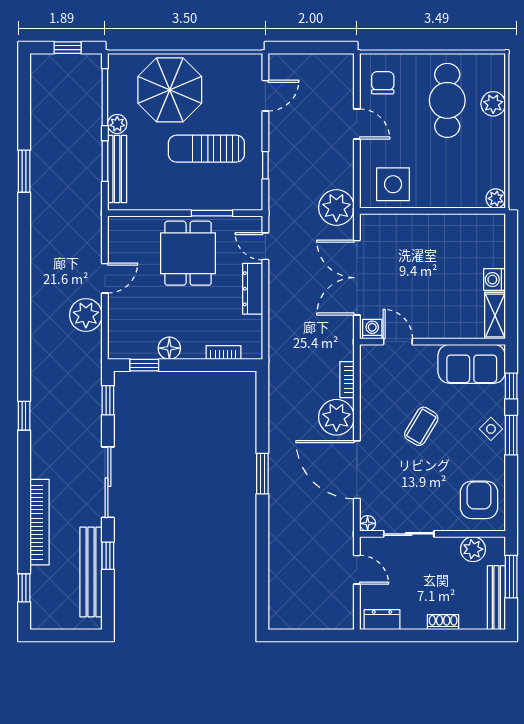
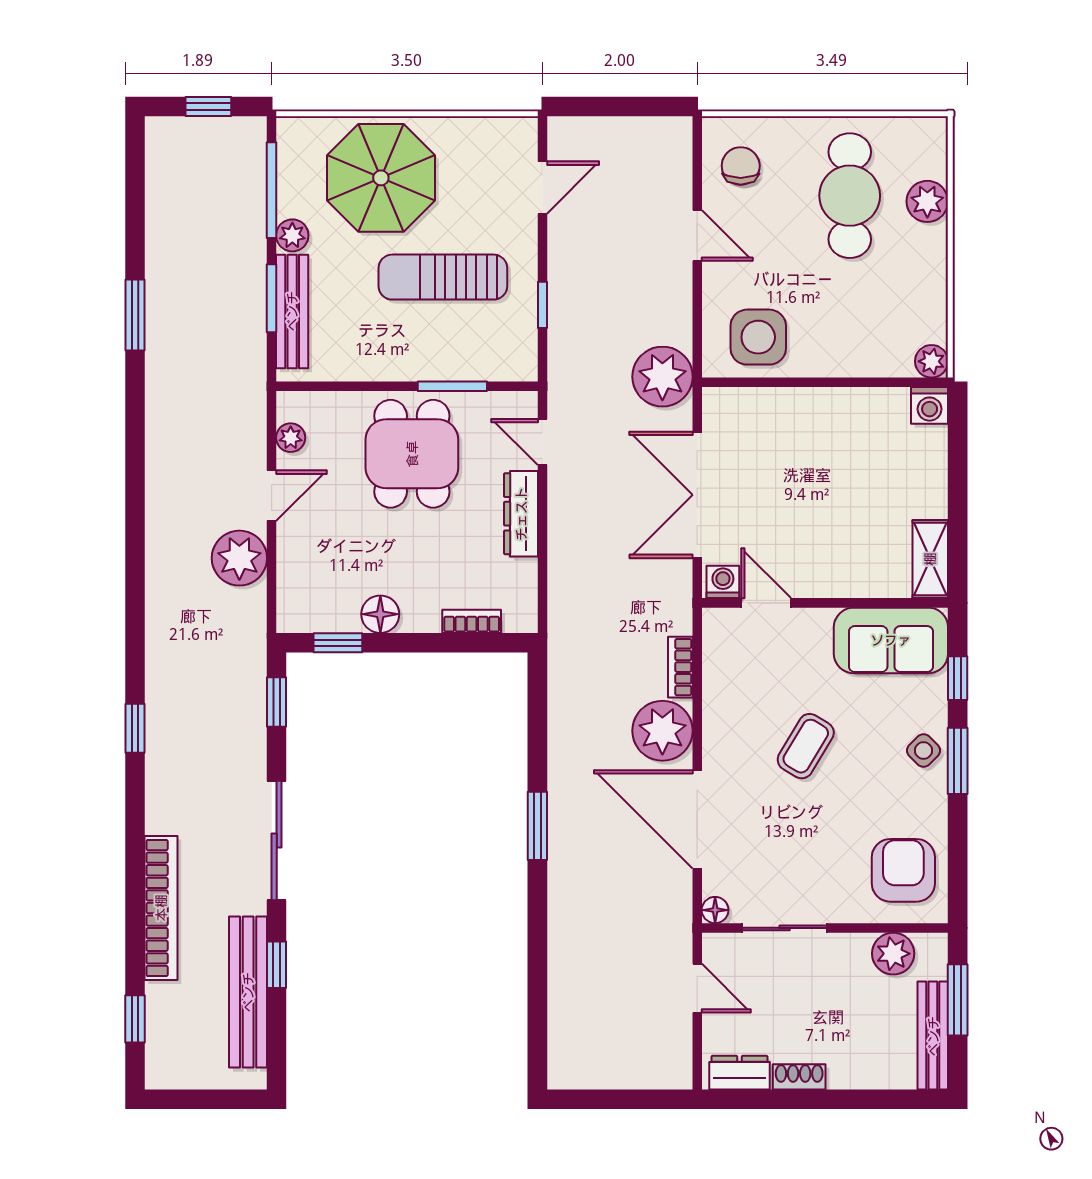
plant: (116, 244) -> (291, 438), added
washing machine: (495, 280) -> (930, 405), moved, turned -90
shoe rack: (443, 622) -> (799, 1077), moved

